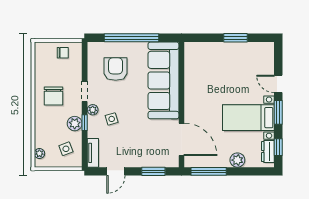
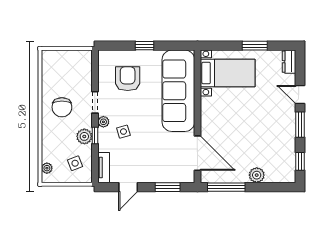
window: (131, 38) -> (144, 46), width x0.32
chair: (63, 53) -> (72, 61), removed
bed with nightstands: (248, 118) -> (228, 73), moved, turned 180
dresser: (268, 152) -> (289, 62), moved

